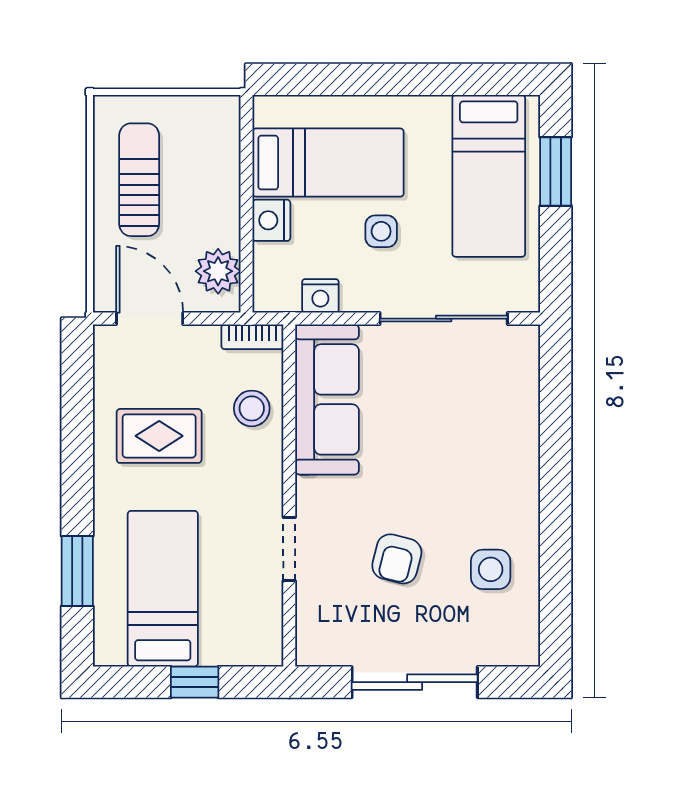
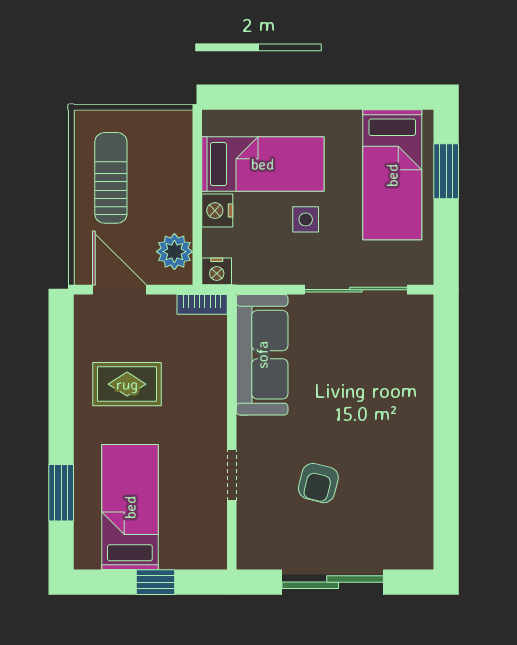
nightstand: (320, 296) -> (217, 271), moved
stool: (252, 408) -> (202, 362), removed
side table: (491, 569) -> (394, 491), removed

